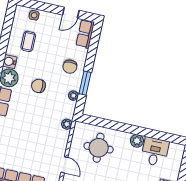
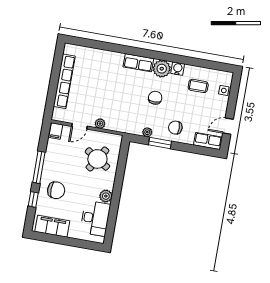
door: (71, 13) -> (228, 126), hinge flipped
plant: (67, 124) -> (100, 124), moved
round table: (99, 148) -> (97, 159), turned 35
desk: (155, 152) -> (95, 218), width x1.37

